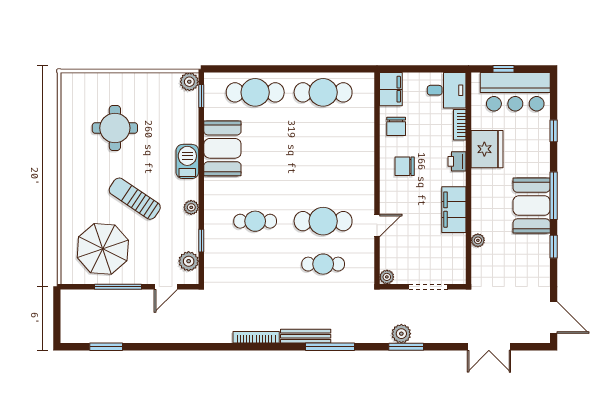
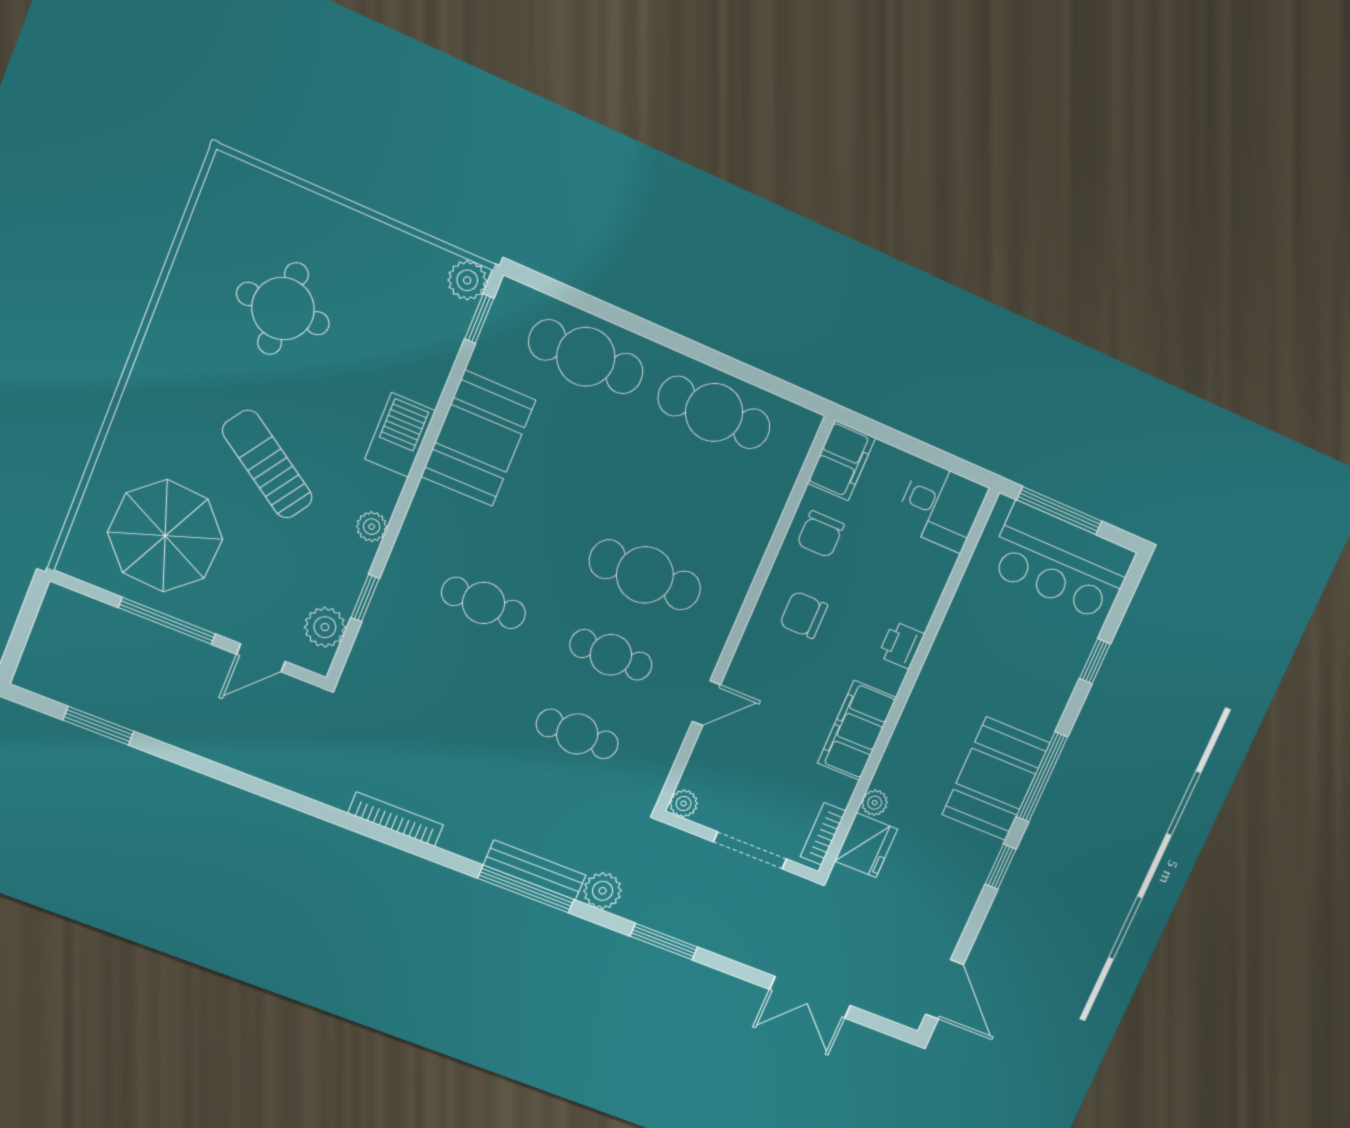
window: (504, 69) -> (1059, 511), width x2.17
bookcase: (460, 125) -> (823, 834), moved
fridge: (487, 149) -> (866, 845), moved, width x0.73, depth x0.75
cafe table: (323, 178) -> (645, 575), added
cafe table: (323, 221) -> (611, 655), width x0.73, depth x0.74
plant: (401, 334) -> (602, 891), moved
bench: (306, 336) -> (535, 870), moved

